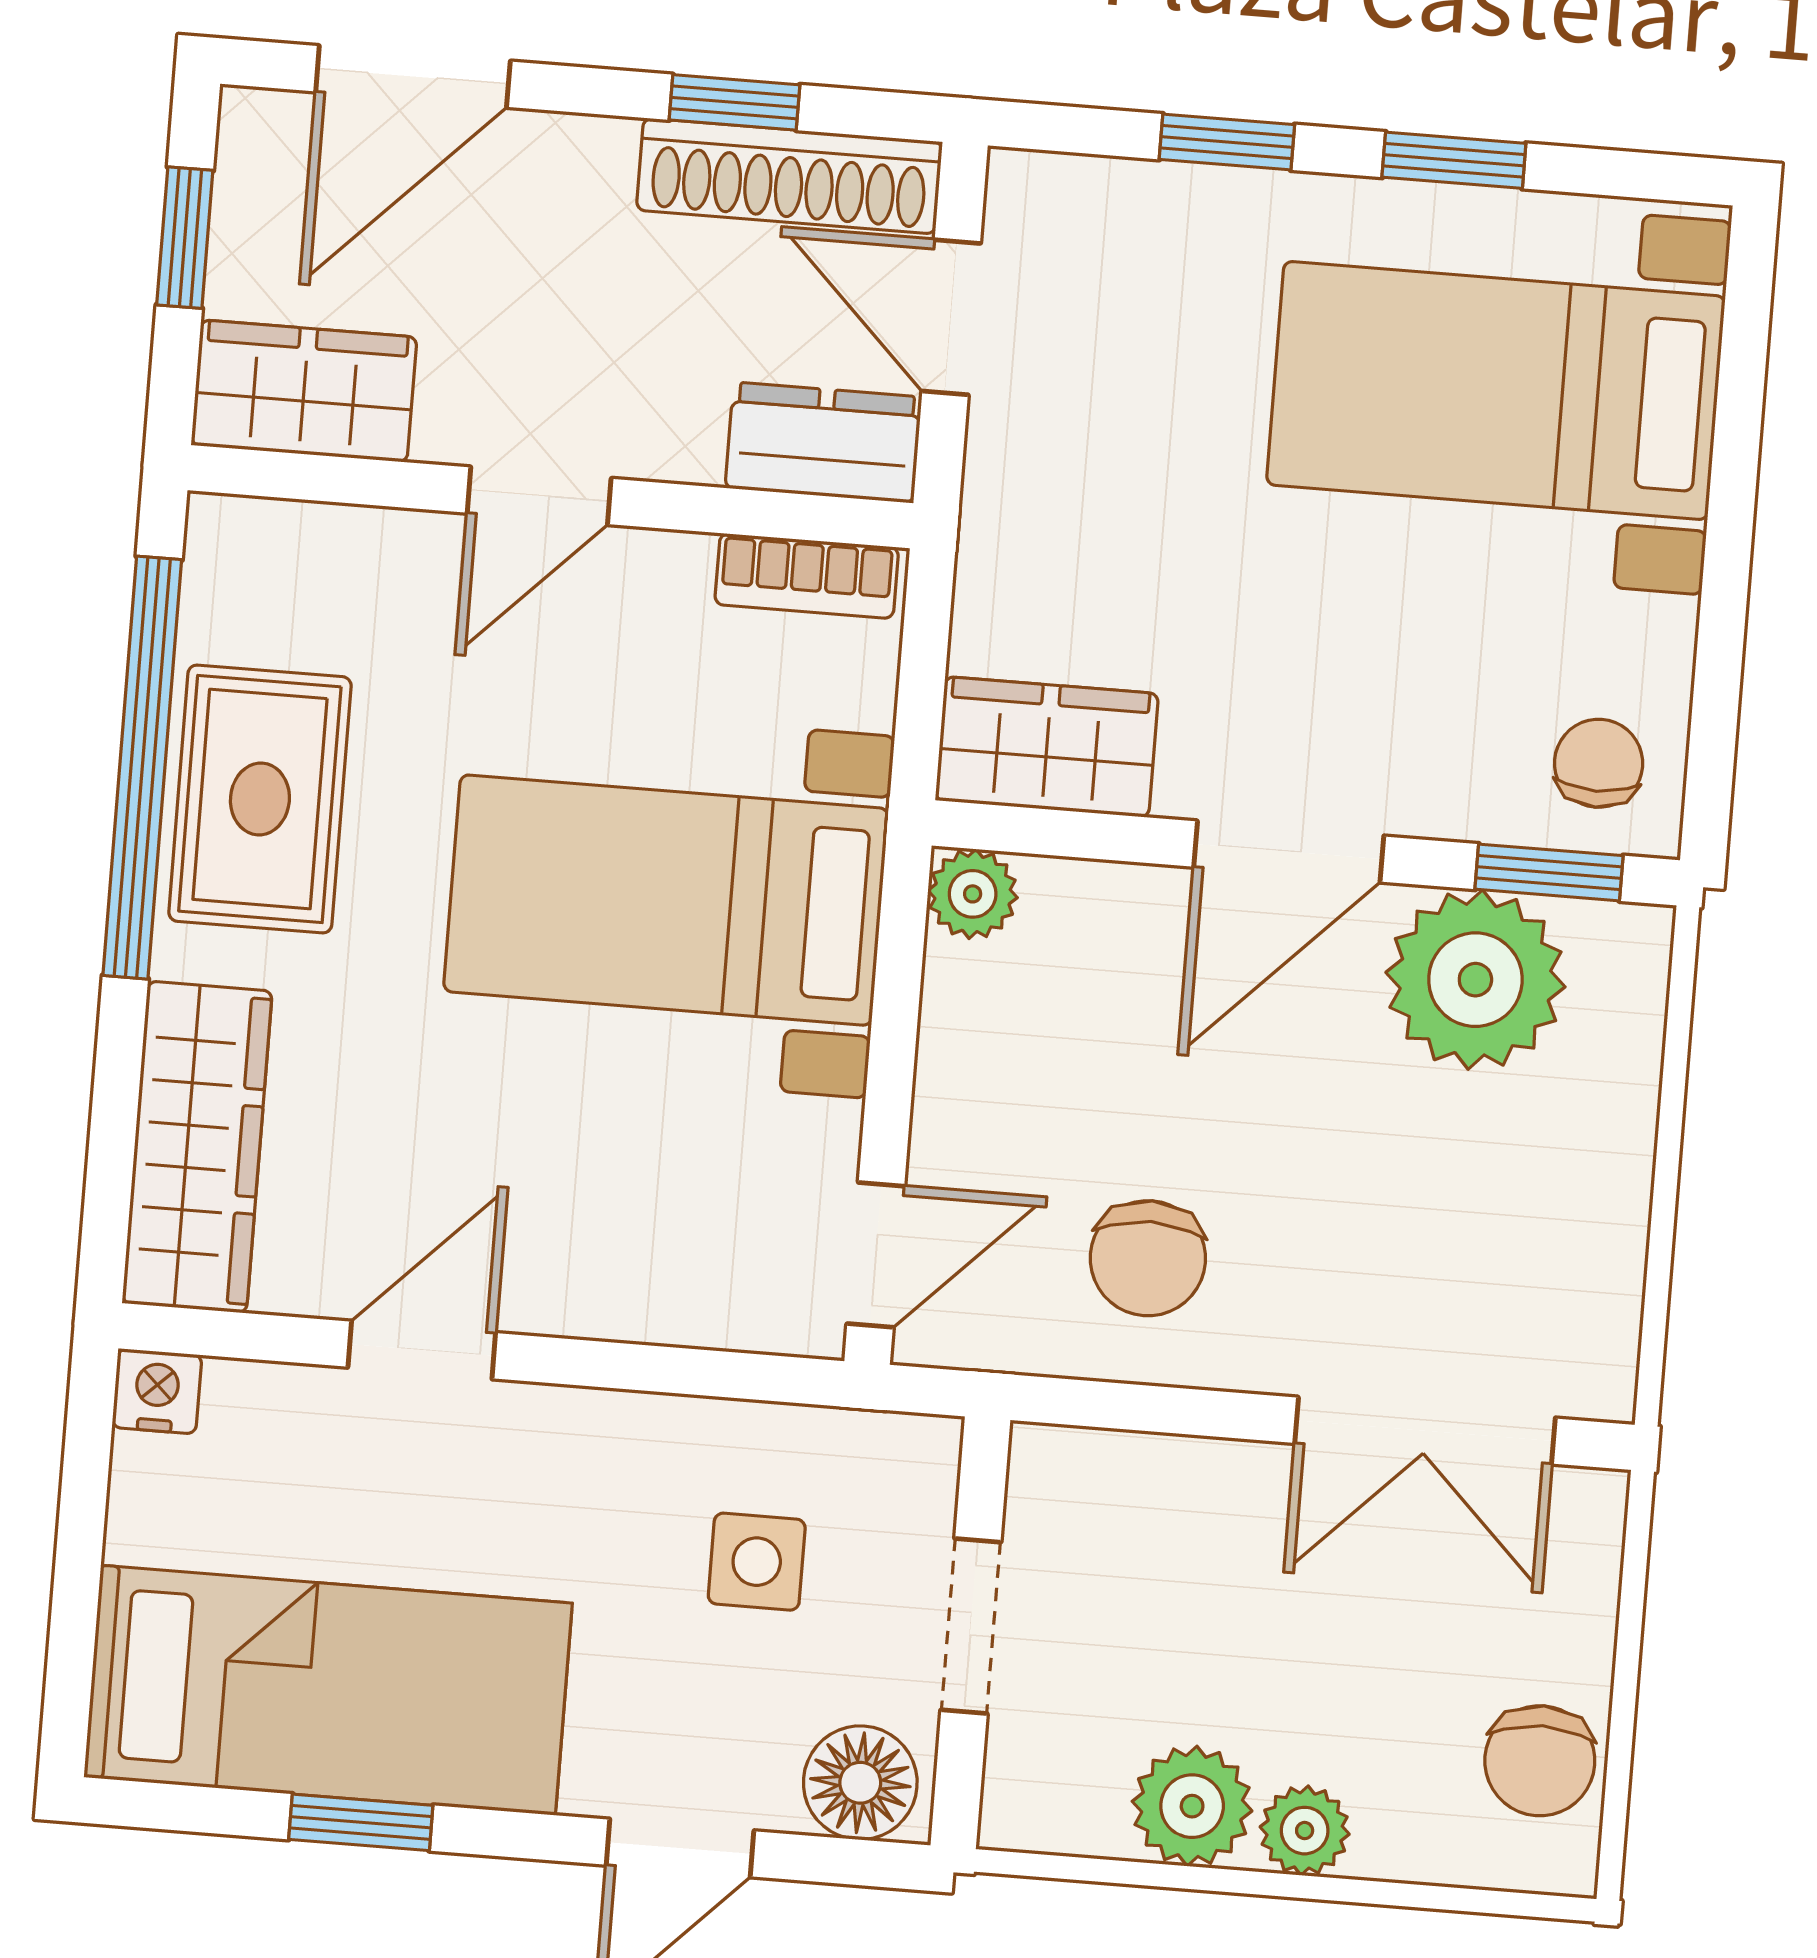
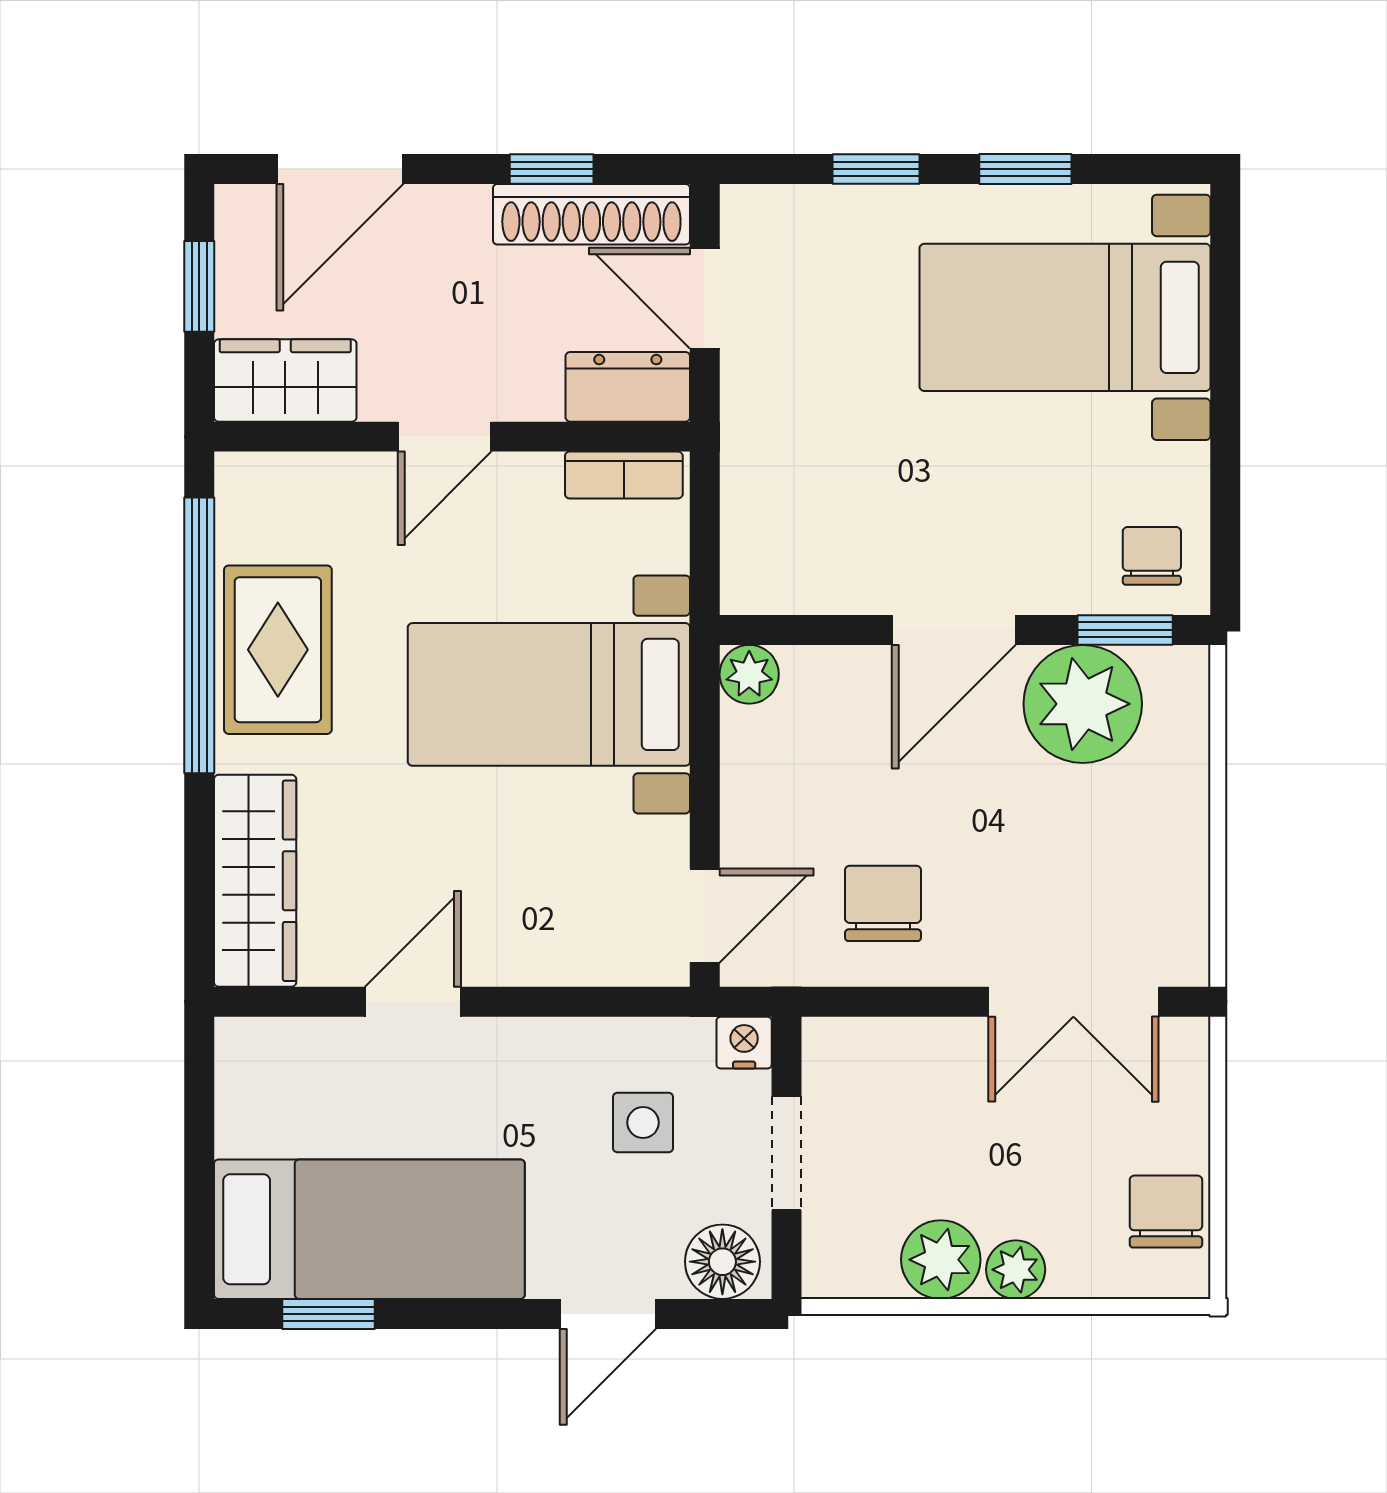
wardrobe: (1047, 747) -> (790, 574), removed
chair: (1148, 1258) -> (883, 903), turned 180
nightstand: (157, 1391) -> (744, 1043), moved
chair: (1540, 1761) -> (1166, 1212), turned 180
window: (361, 1822) -> (329, 1314), moved

